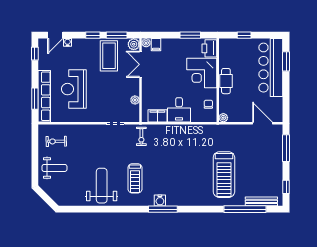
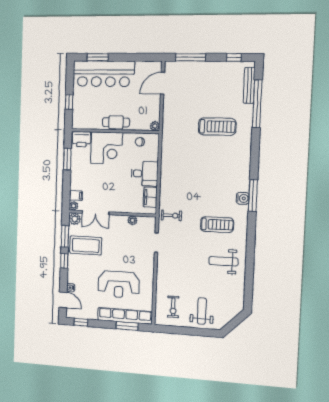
treadmill: (224, 175) -> (217, 127), width x0.73, depth x0.73
weight bench: (102, 186) -> (223, 261), width x0.73, depth x0.75

